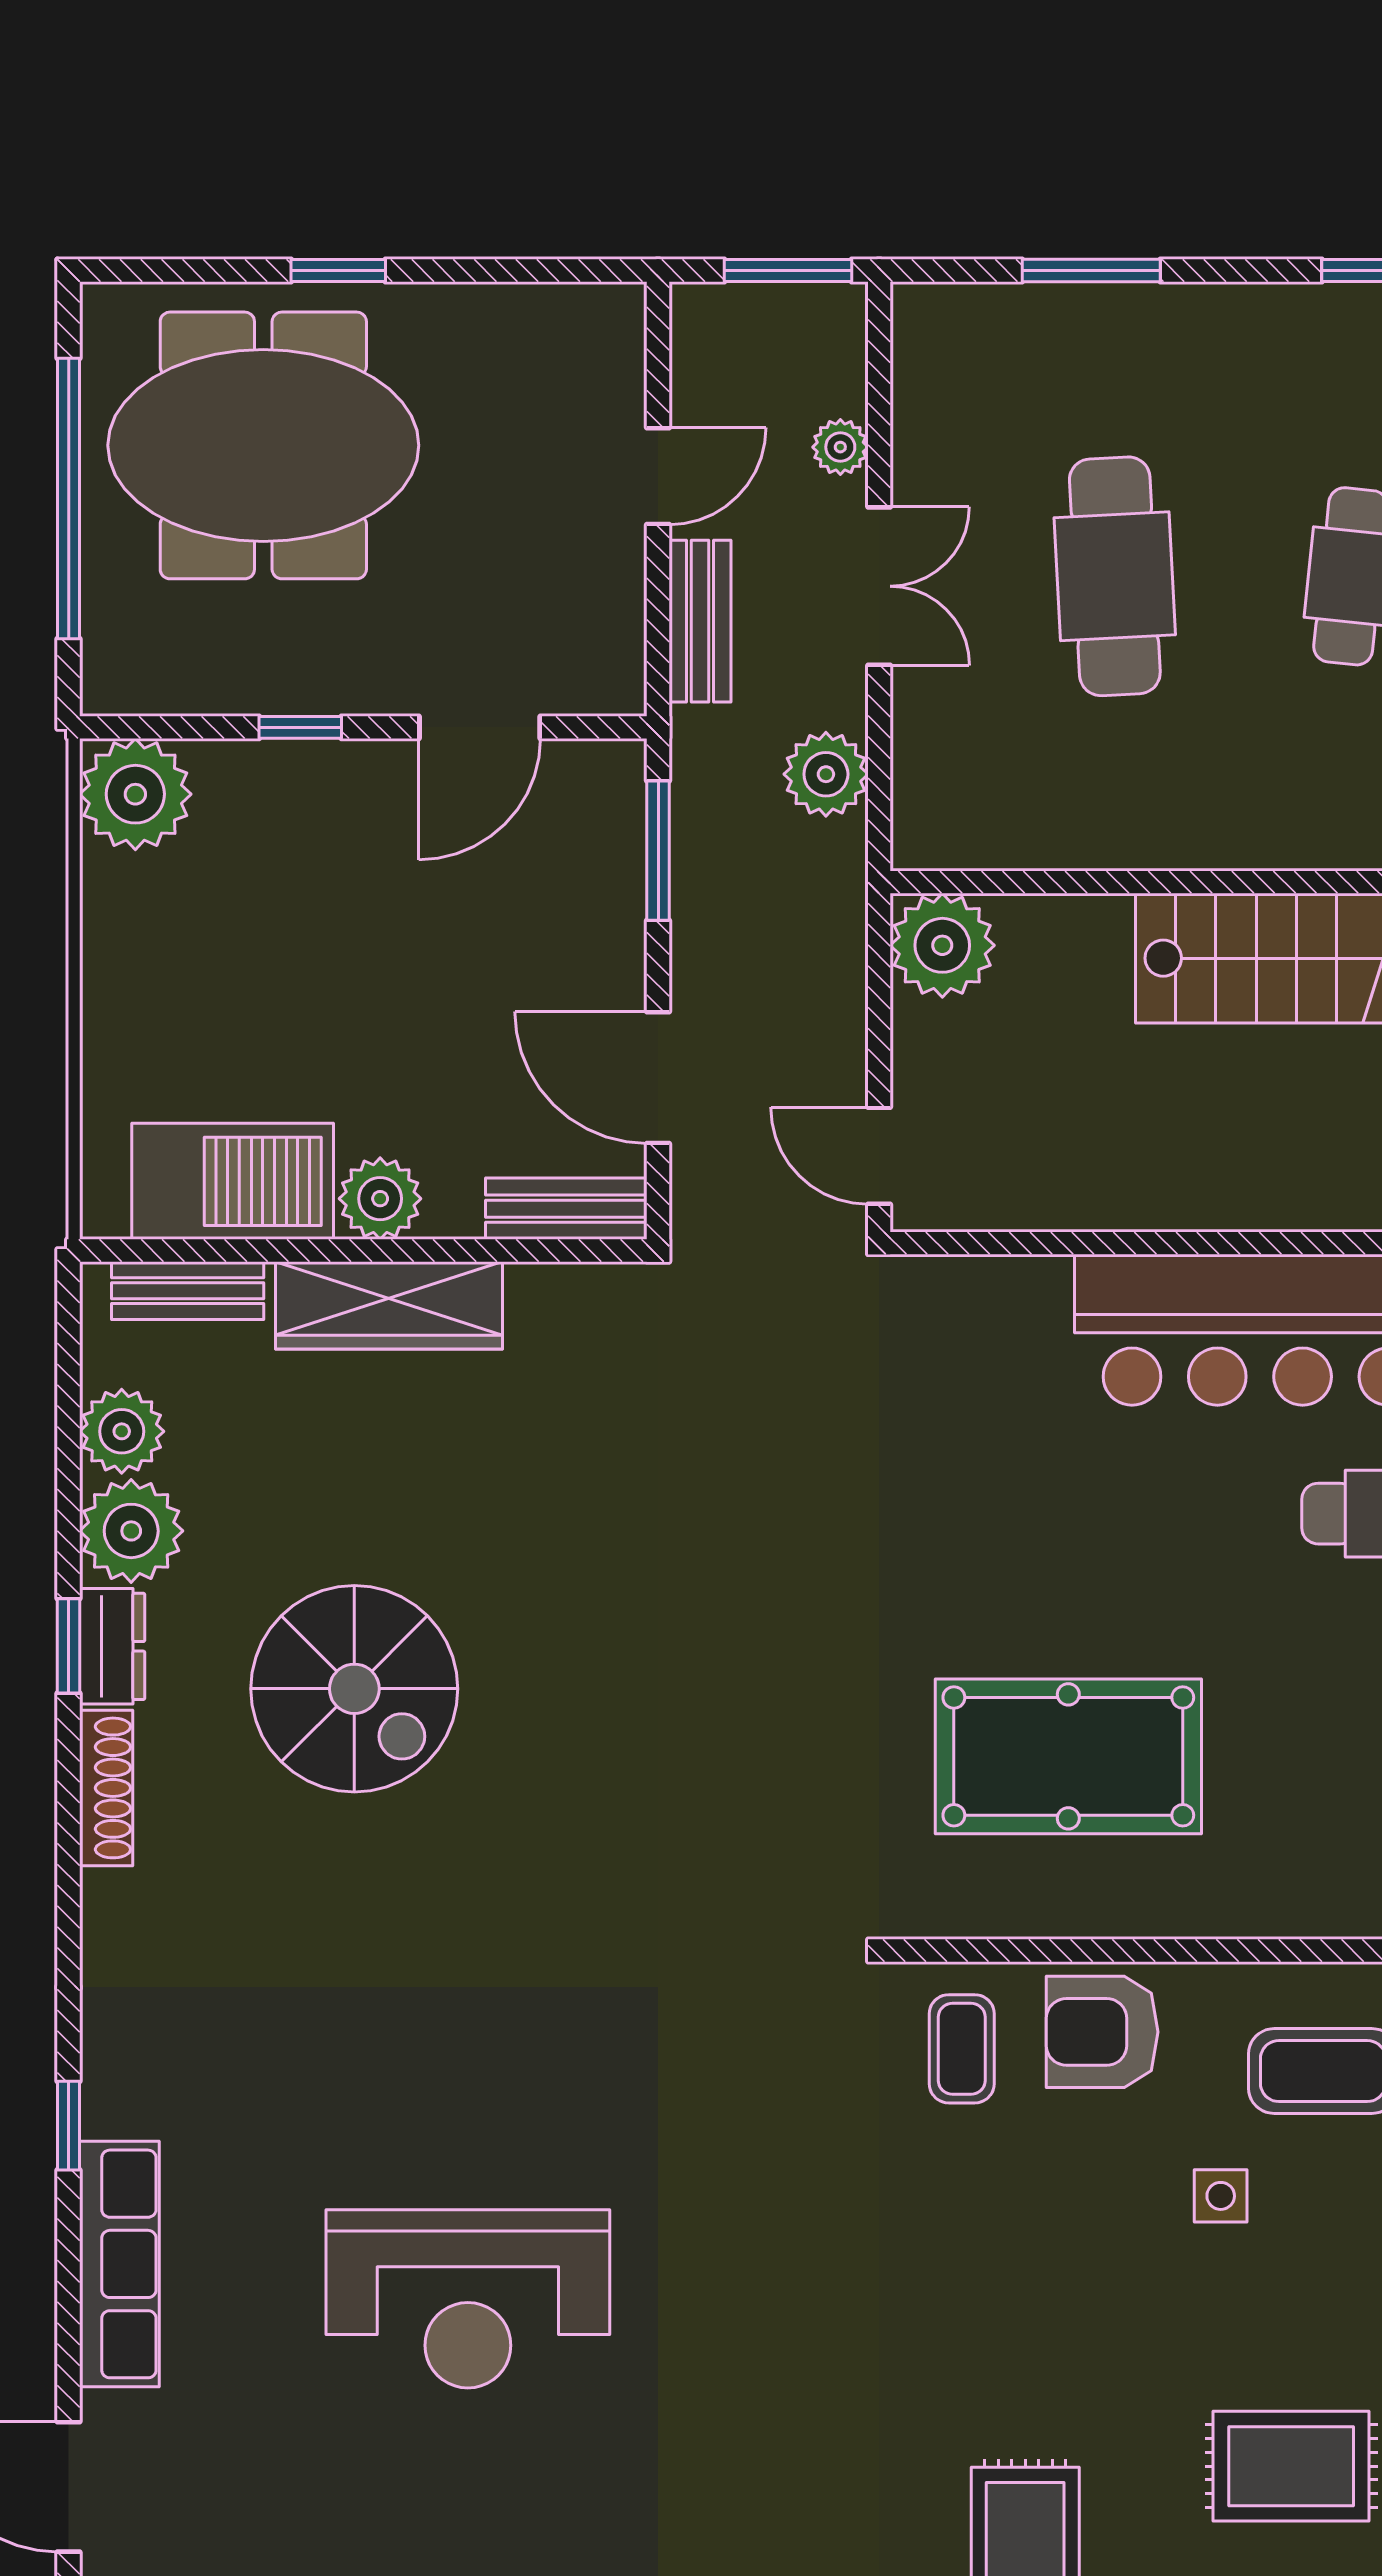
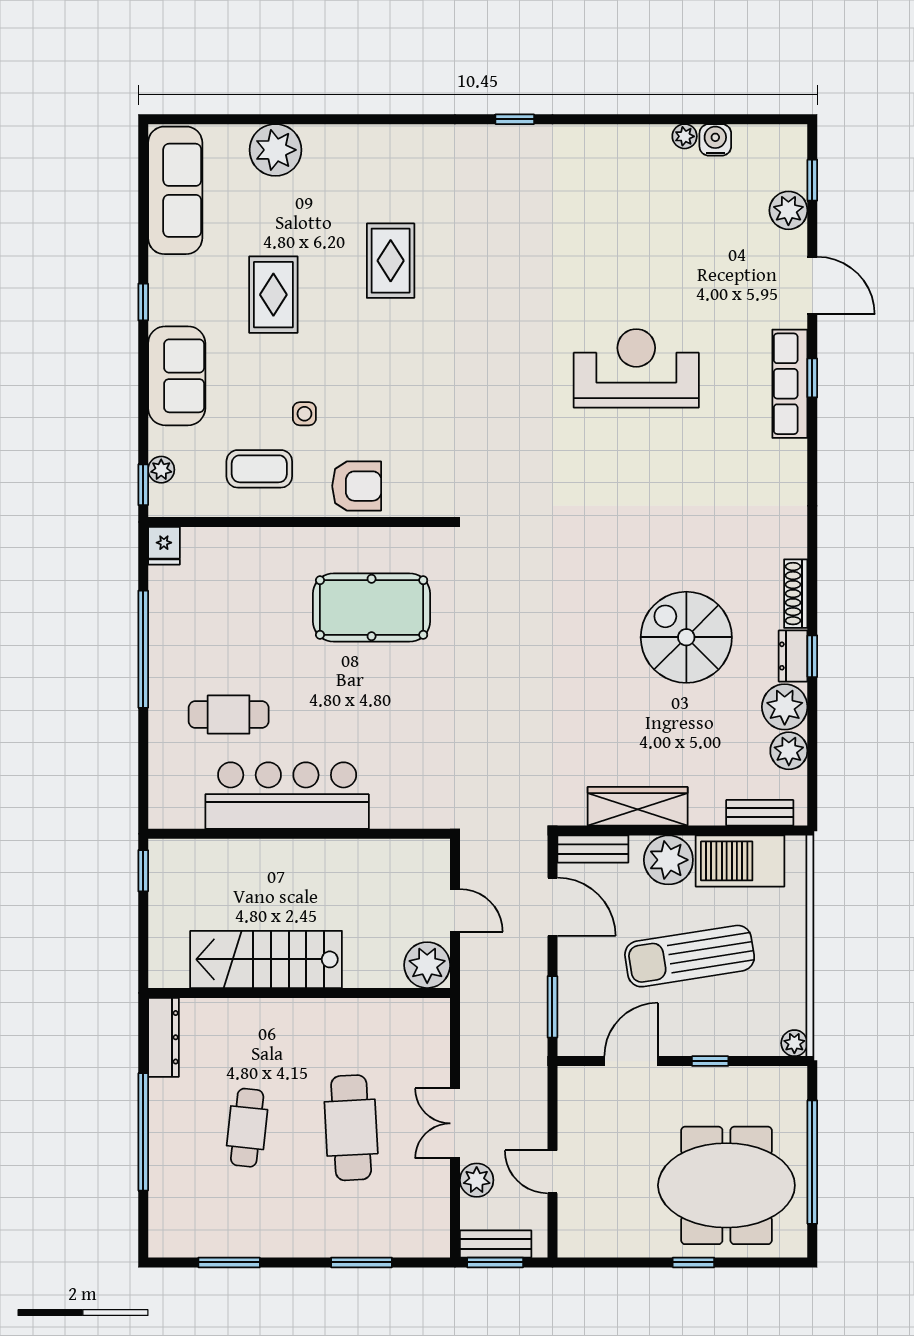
plant: (840, 447) -> (477, 1180), width x1.38, depth x1.38
door: (658, 476) -> (552, 1172), hinge flipped
bench: (700, 621) -> (496, 1244), moved, turned 90
plant: (826, 774) -> (478, 1040), removed
plant: (135, 794) -> (794, 1043), width x0.53, depth x0.53
sun lounger: (347, 966) -> (690, 956), added
door: (879, 1156) -> (455, 910), moved
plant: (380, 1199) -> (668, 860), width x1.36, depth x1.36
wardrobe: (389, 1305) -> (638, 806), moved
coffee table: (962, 2049) -> (419, 479), removed
window: (69, 2126) -> (812, 378), moved
rug: (1291, 2466) -> (273, 295), turned 90

